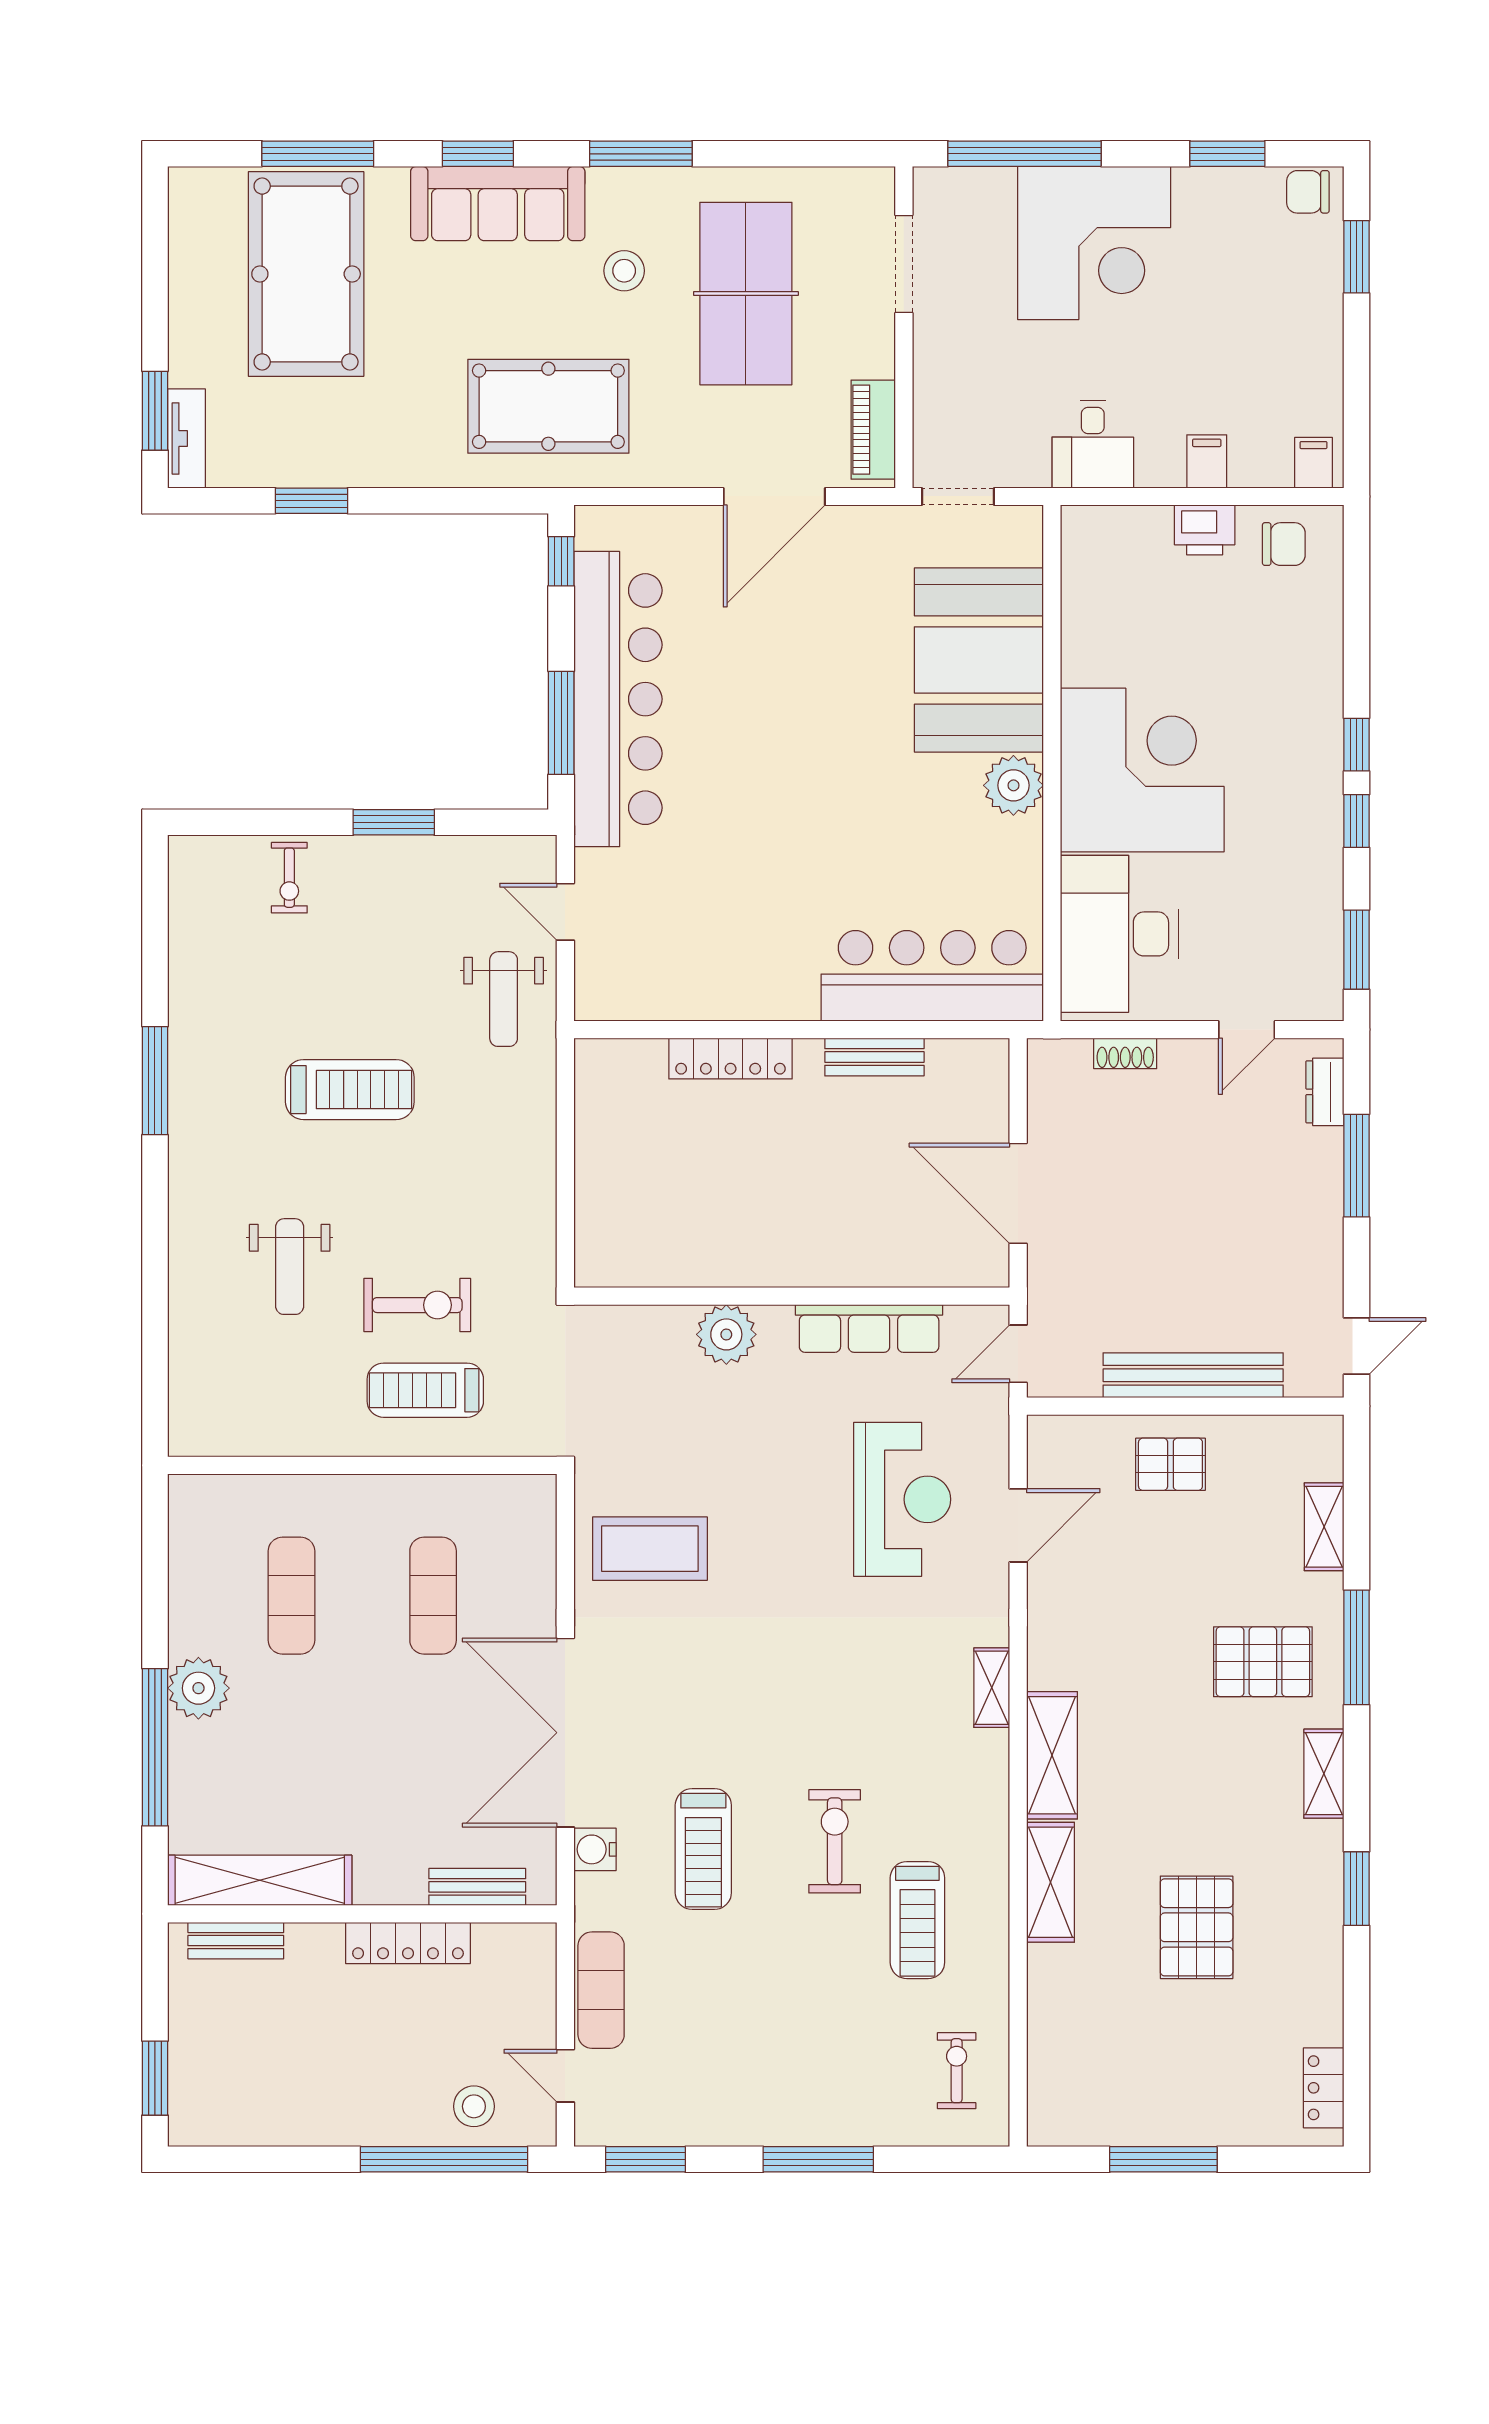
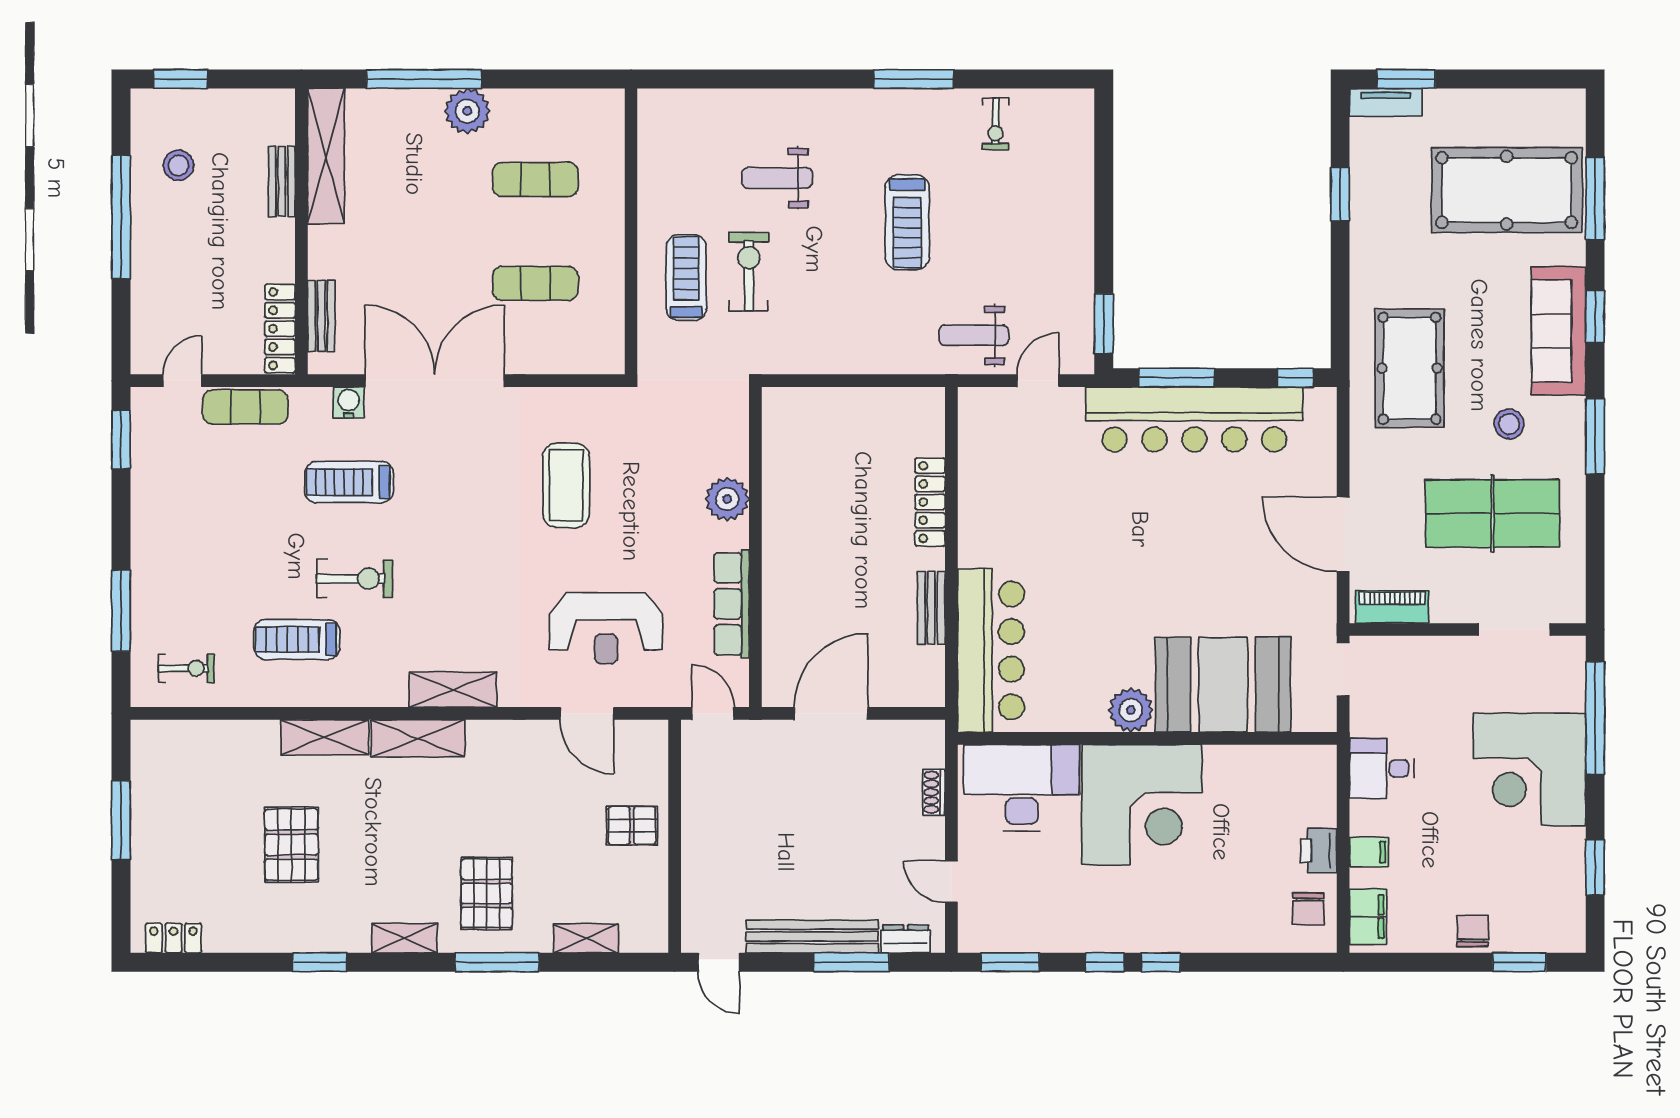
chair: (1308, 192) -> (1473, 931), moved
filing cabinet: (1313, 463) -> (1368, 917), width x2.00
window: (394, 822) -> (1104, 324), moved
exercise bike: (289, 878) -> (996, 124), moved, turned -90
exercise bike: (417, 1305) -> (749, 272), turned 180
bench: (1193, 1375) -> (812, 936), moved, turned 90
pallet: (1170, 1464) -> (632, 825), turned 90
coffee table: (650, 1549) -> (566, 485), moved
shelving: (992, 1688) -> (453, 690), width x1.50, depth x1.33
pallet: (1197, 1927) -> (291, 845), turned 90
bench: (236, 1941) -> (282, 181), moved
locker: (408, 1943) -> (280, 329), moved
stool: (474, 2106) -> (178, 165), moved
window: (444, 2159) -> (121, 217), moved
window: (818, 2159) -> (121, 611), moved

